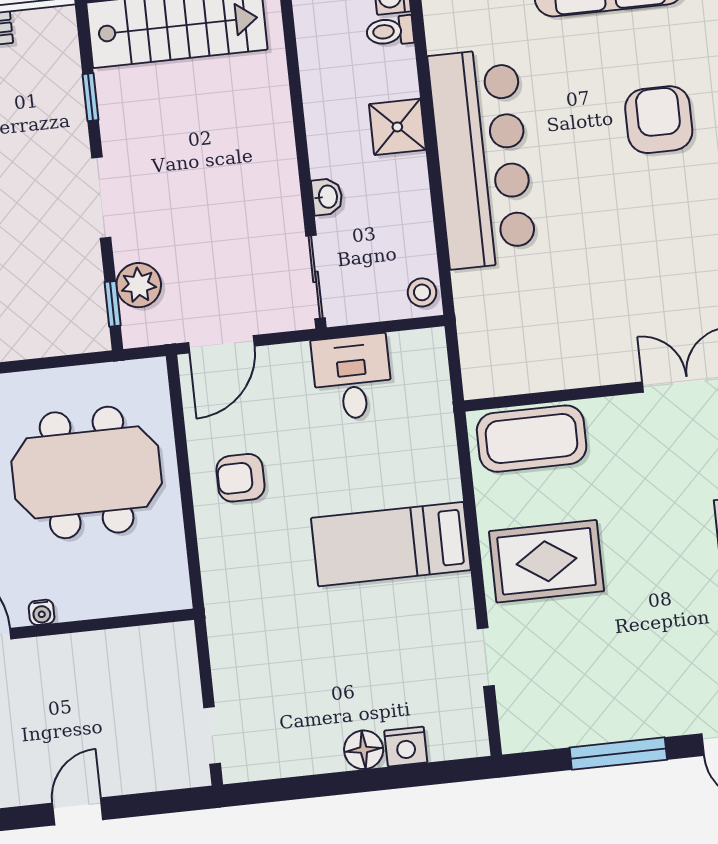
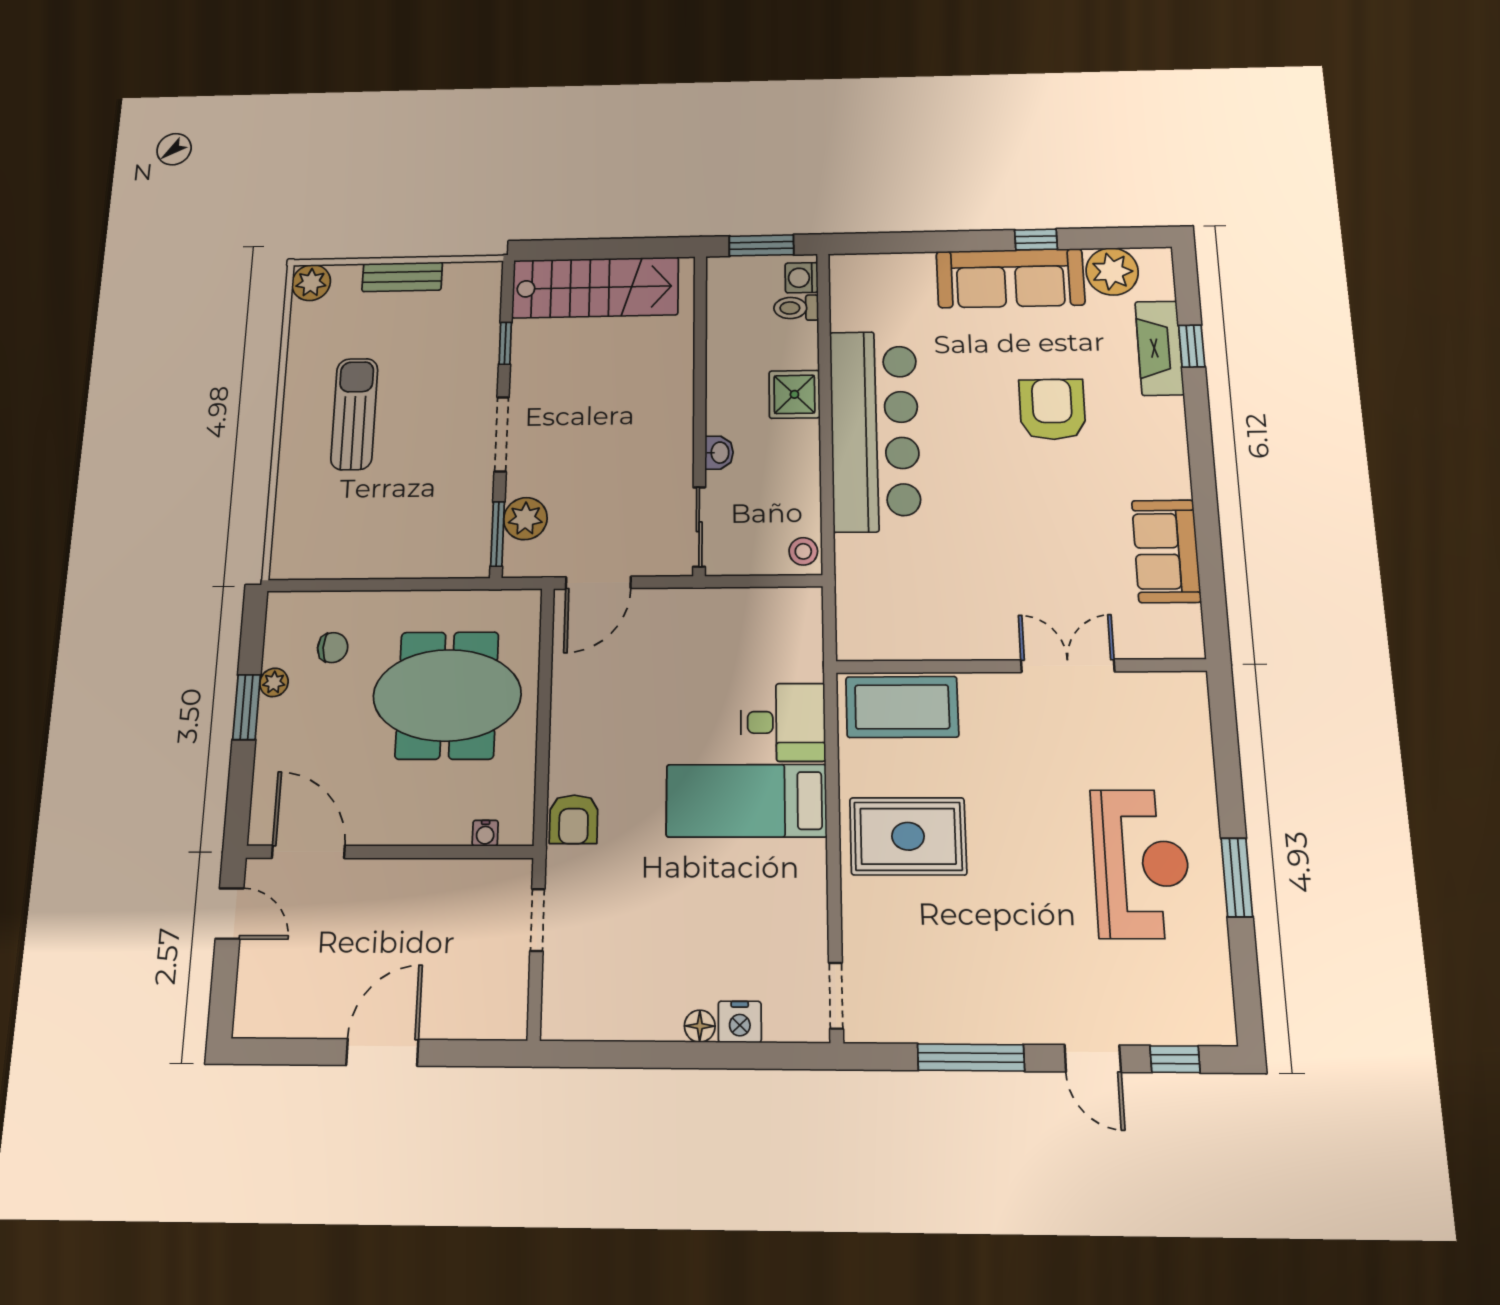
window: (113, 304) -> (498, 534), width x1.50
desk: (352, 377) -> (783, 722), moved, turned 90
armchair: (240, 478) -> (574, 819), moved, turned -90
water cooler: (42, 612) -> (485, 833), moved
doorway: (486, 657) -> (836, 996), moved
doorway: (212, 735) -> (537, 920), moved
floor lamp: (364, 750) -> (700, 1026), width x0.73, depth x0.73
door: (78, 811) -> (382, 1052), width x1.38

